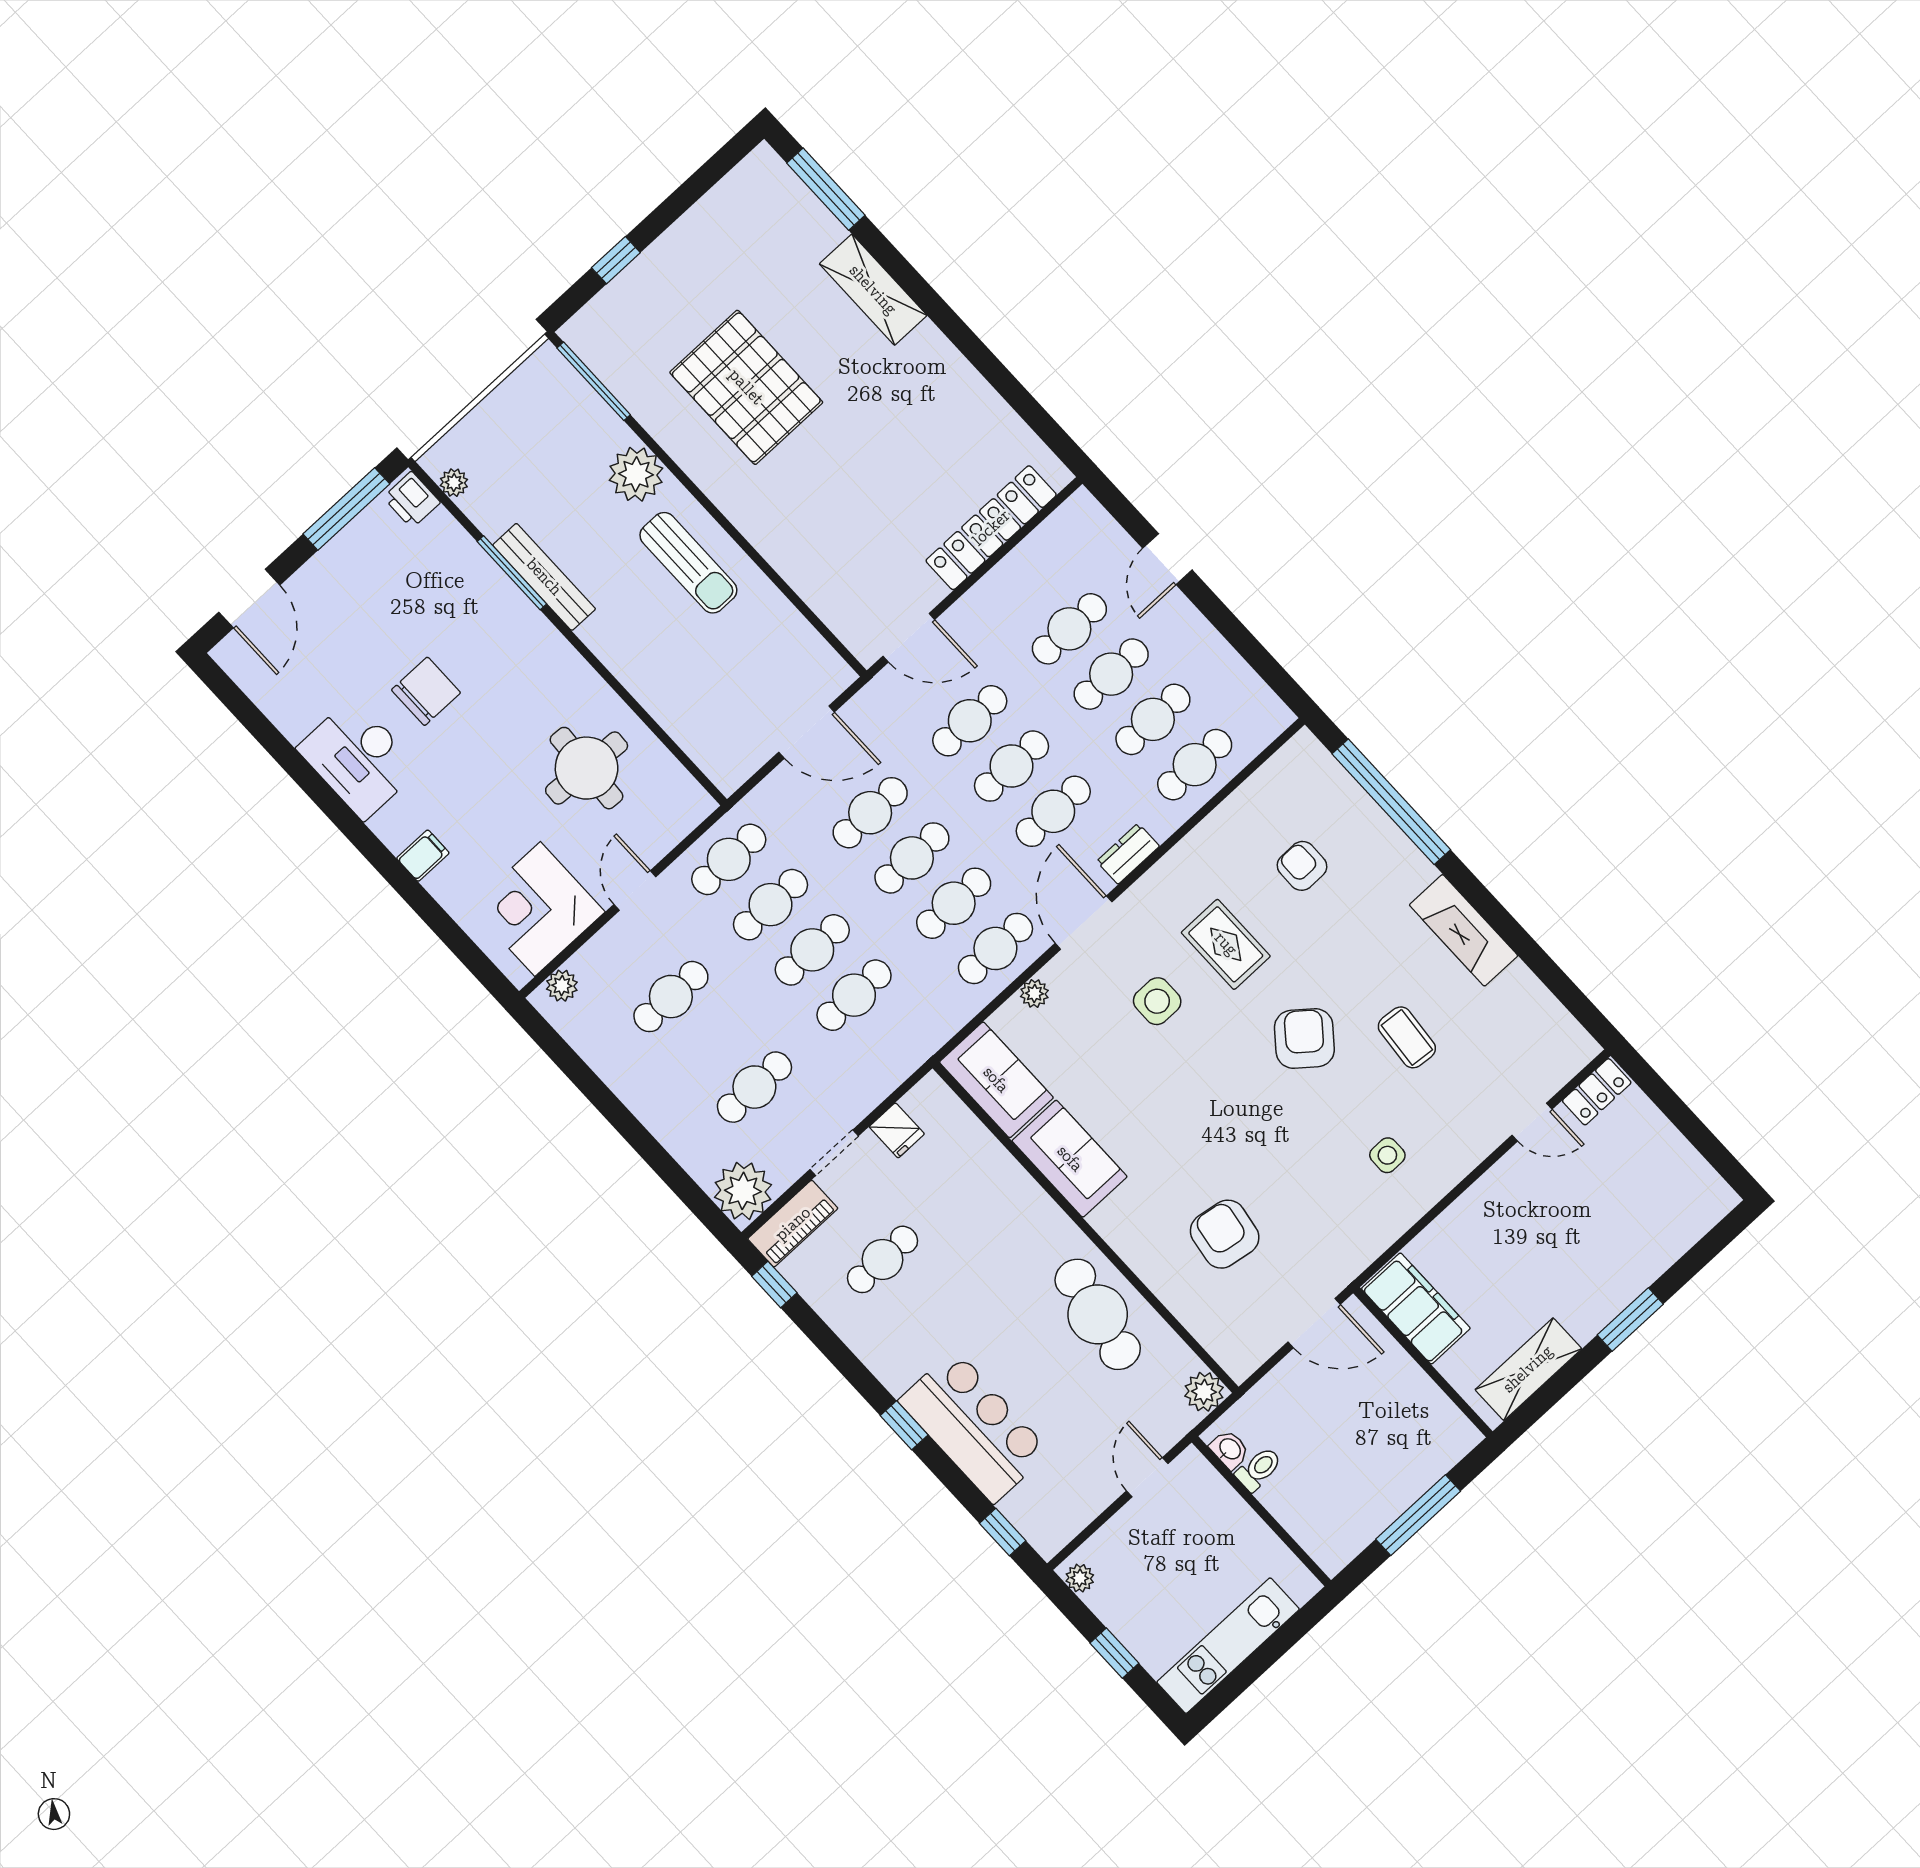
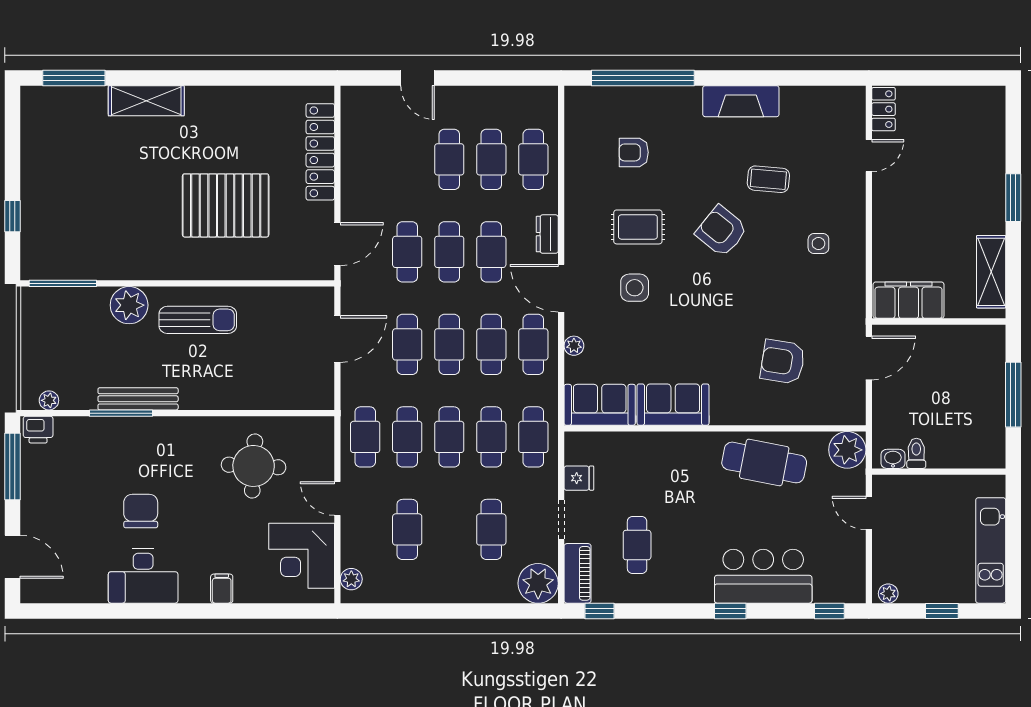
pallet: (746, 387) -> (226, 205), moved
cafe table: (1069, 629) -> (533, 437), moved
plant: (1204, 1392) -> (847, 450), width x1.36, depth x1.36

